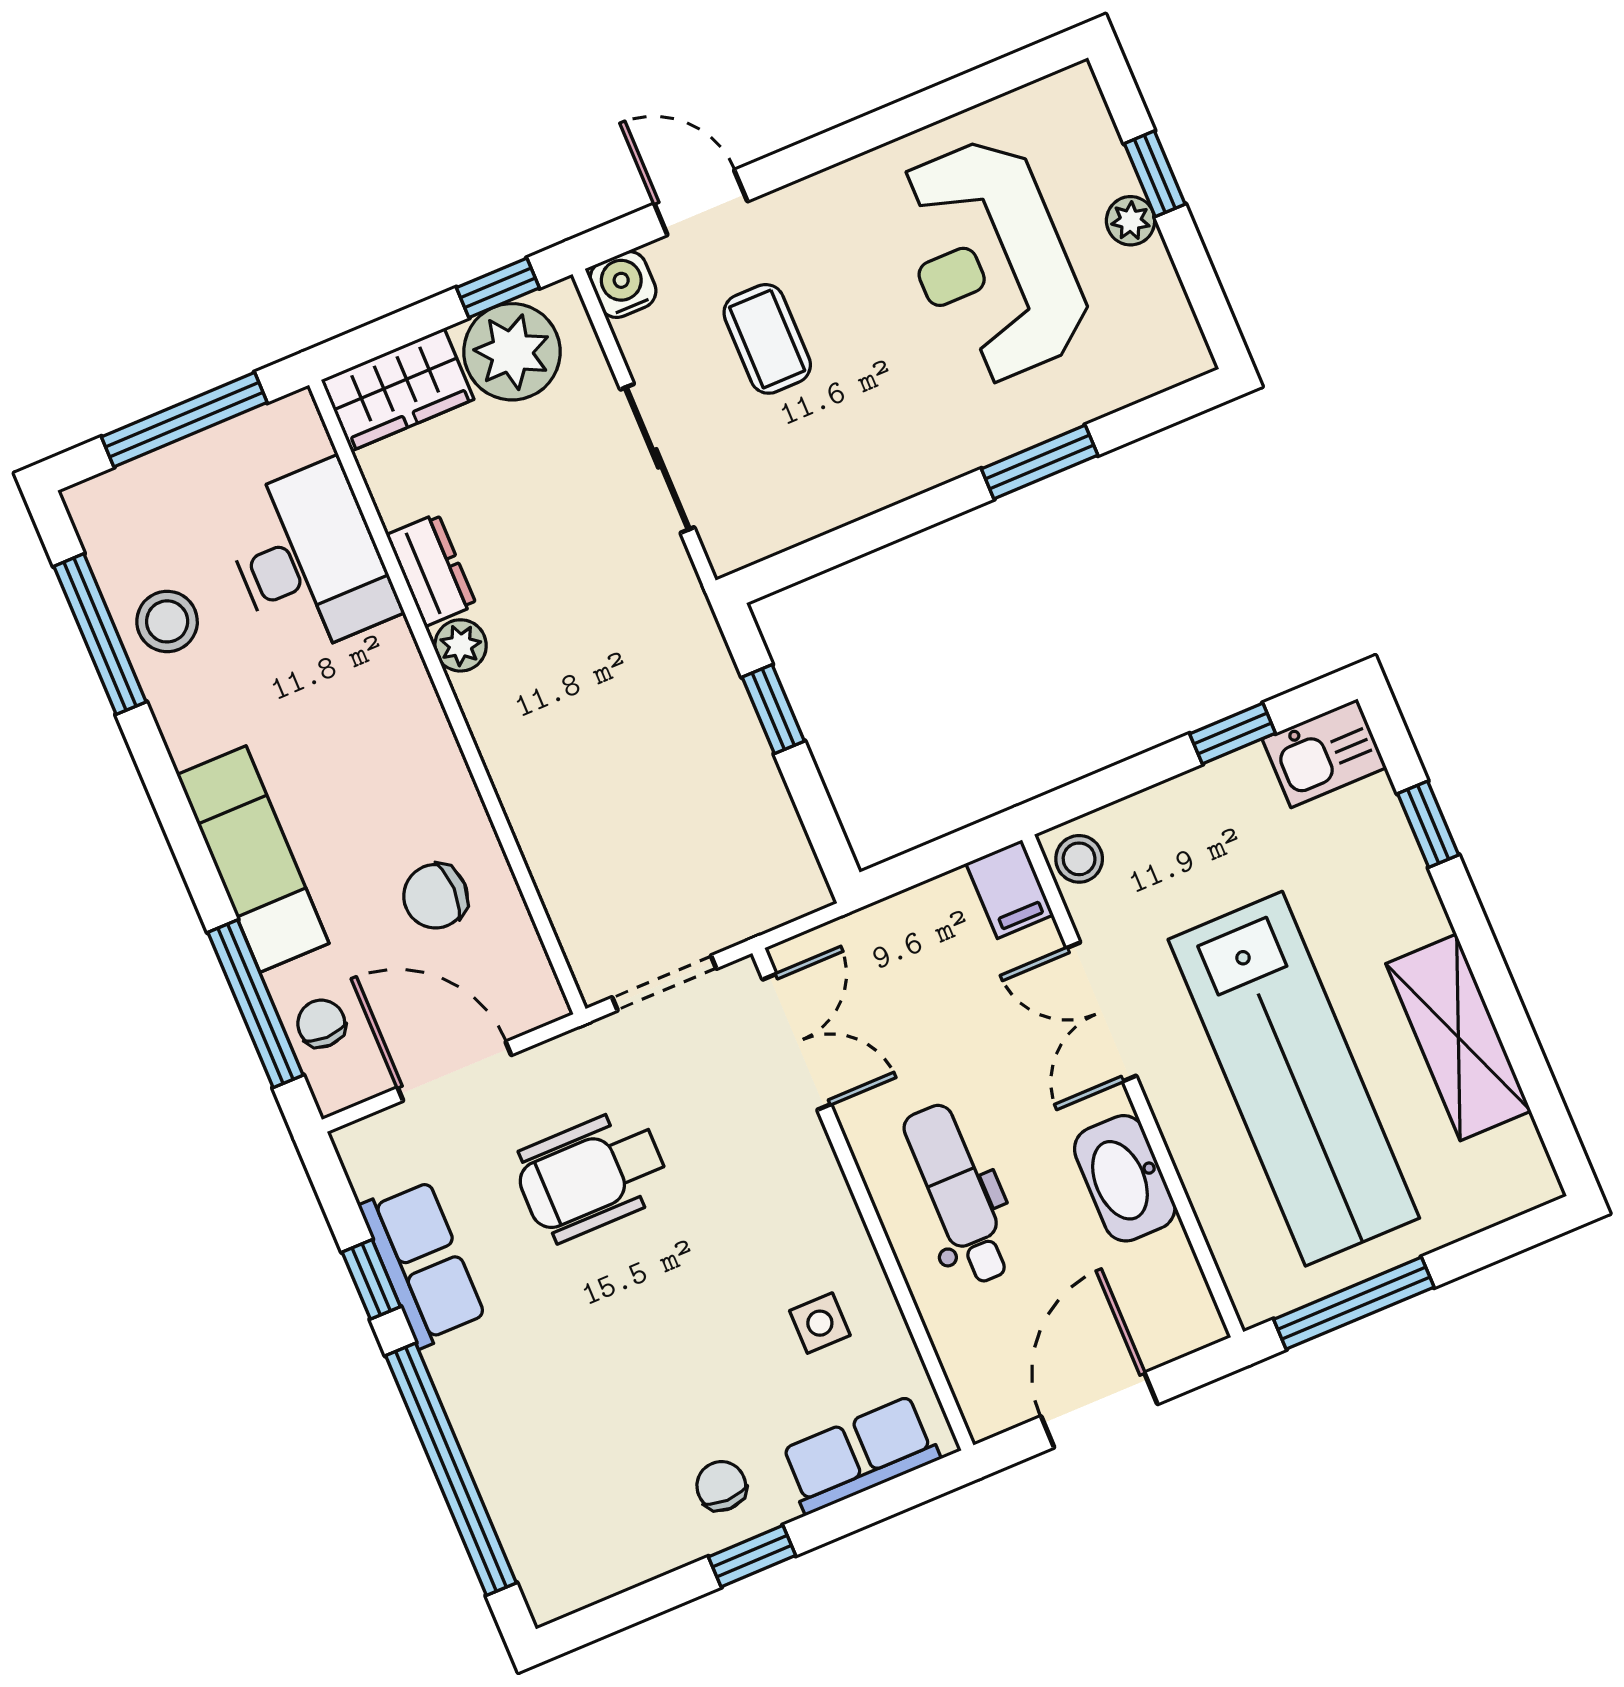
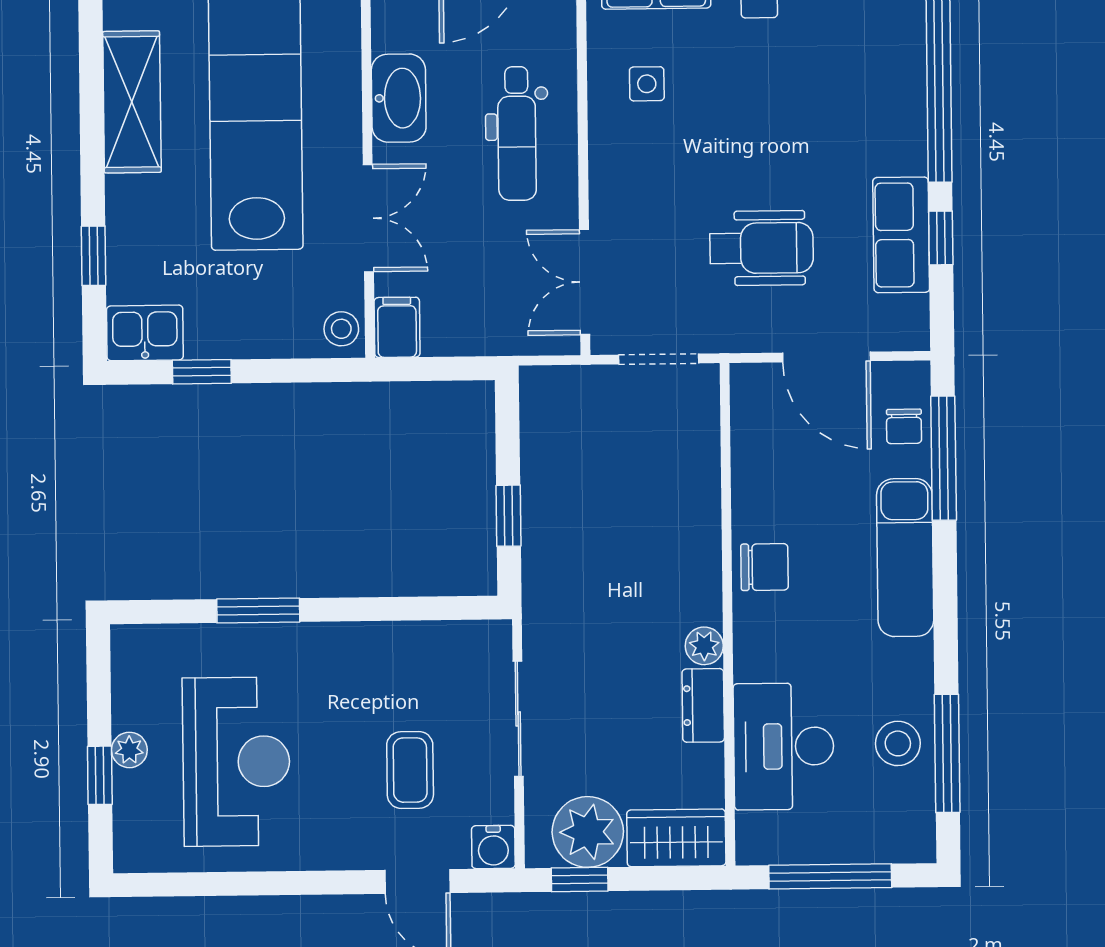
chair: (435, 896) -> (765, 567), moved

